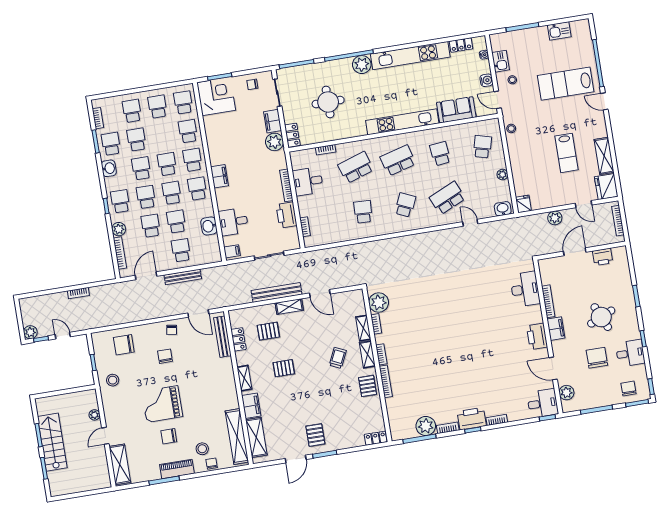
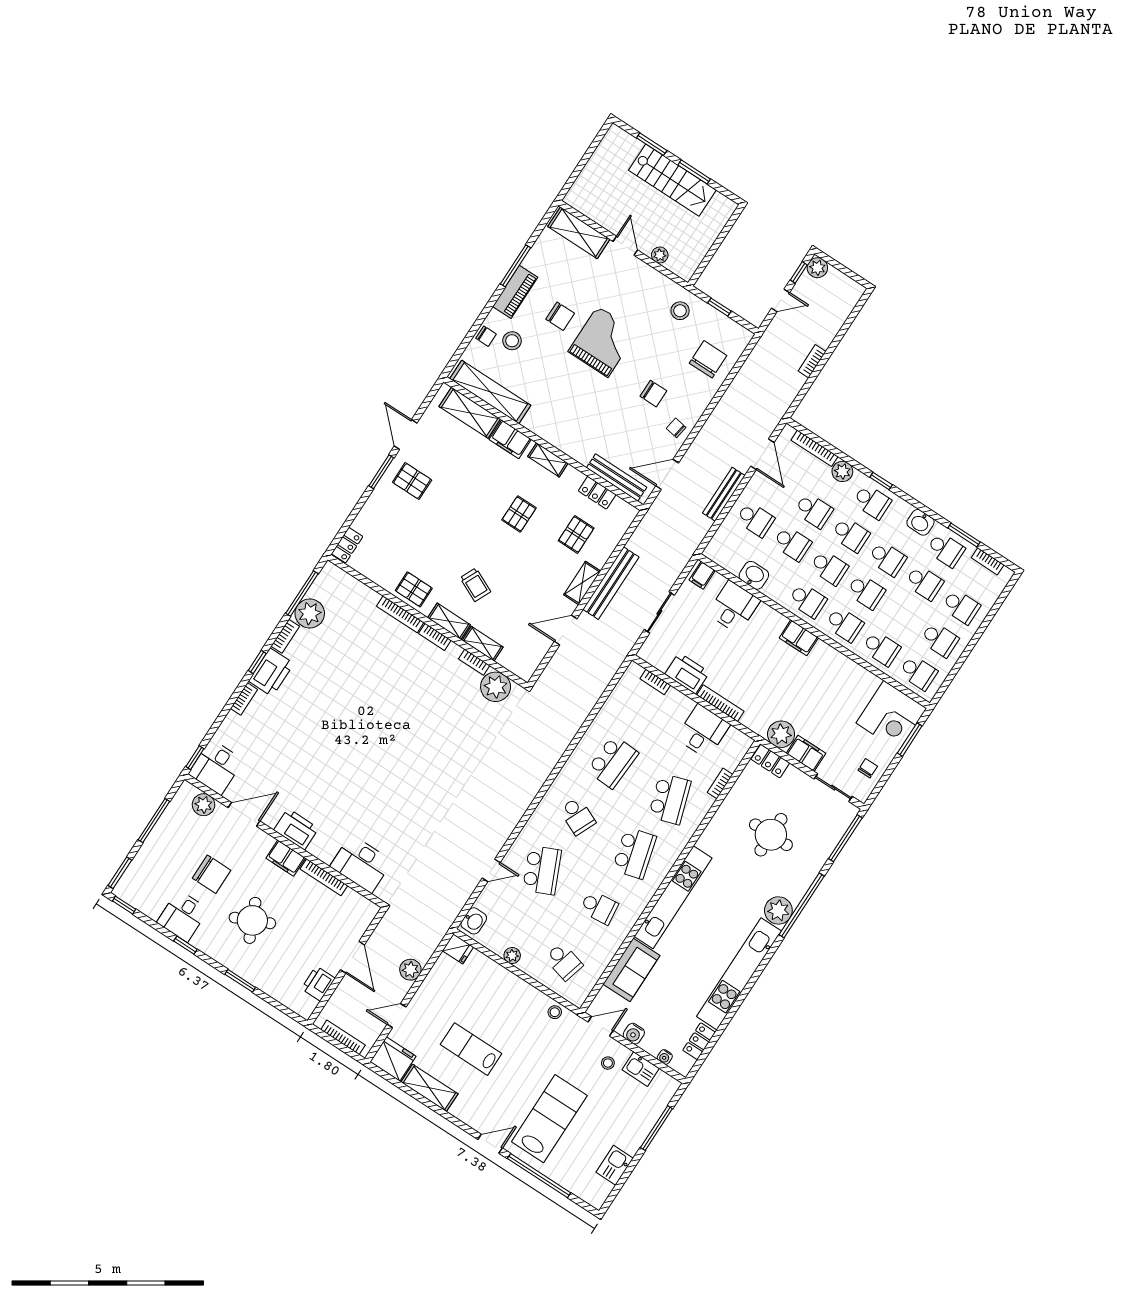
school desk: (363, 212) -> (613, 762), width x1.85
chair: (628, 389) -> (145, 878), removed
chair: (169, 436) -> (560, 316), turned 90

